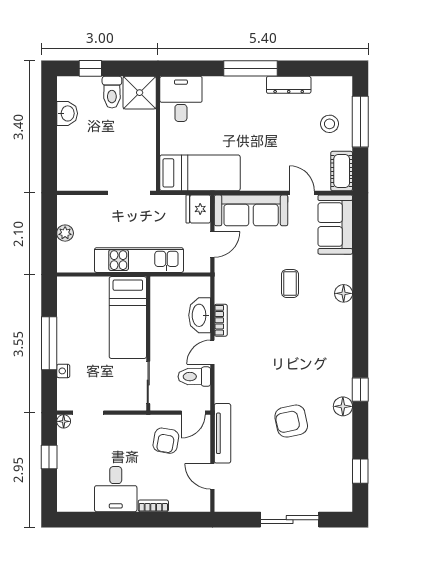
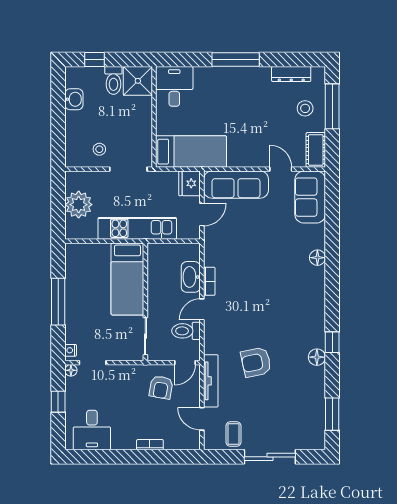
dresser: (289, 85) -> (291, 74), moved
stool: (96, 170) -> (99, 149), added
plant: (65, 233) -> (79, 205), width x1.87, depth x1.87
coffee table: (290, 284) -> (233, 434), moved
nightstand: (63, 371) -> (71, 350), moved
armchair: (291, 421) -> (256, 362), moved
window: (360, 471) -> (332, 414), width x1.50
desk: (116, 489) -> (92, 430), moved

